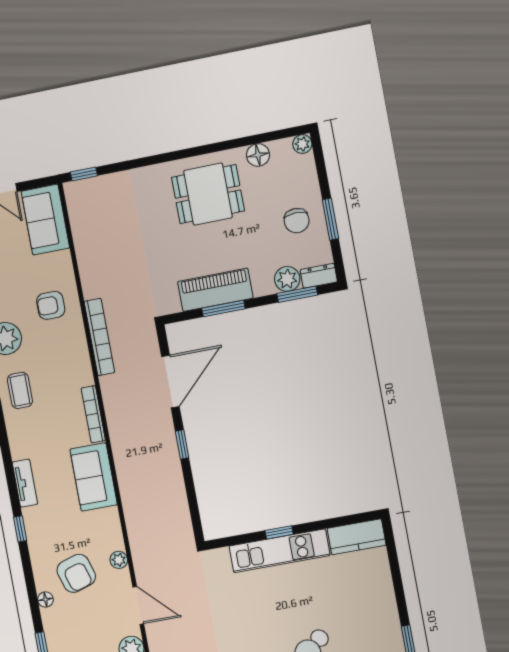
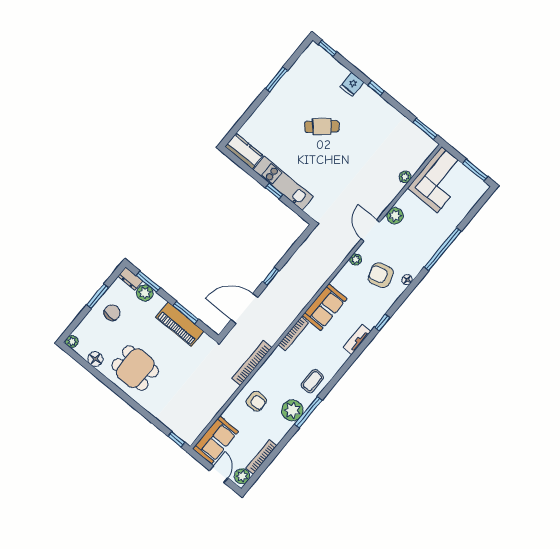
armchair: (76, 573) -> (381, 275), turned -91

